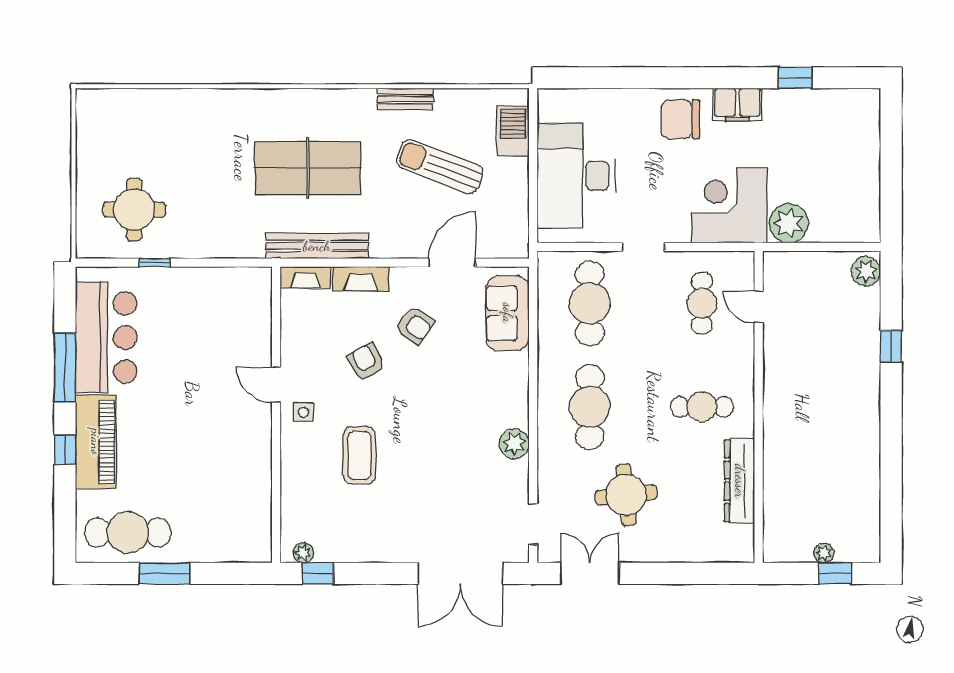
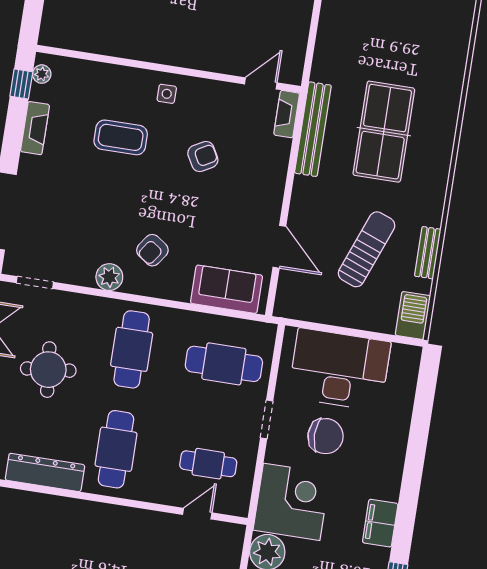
bench: (405, 99) -> (428, 253), moved
chair: (680, 119) -> (326, 436), moved, turned 90
barbecue: (513, 131) -> (413, 316), moved, turned -90
fireplace: (361, 279) -> (35, 128), moved, turned 180
armchair: (415, 325) -> (152, 250), moved
door: (276, 385) -> (261, 83), moved
cafe table: (590, 407) -> (132, 349), turned 90
cafe table: (702, 407) -> (116, 449), width x1.37, depth x1.35

